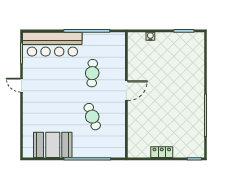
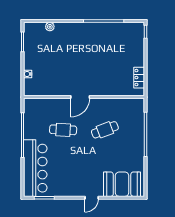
plant: (200, 59) -> (50, 27), added
door: (22, 85) -> (92, 198), moved
door: (126, 91) -> (80, 97), swing flipped
booth: (53, 145) -> (122, 184), moved, turned 90
locker: (162, 152) -> (139, 78), moved

